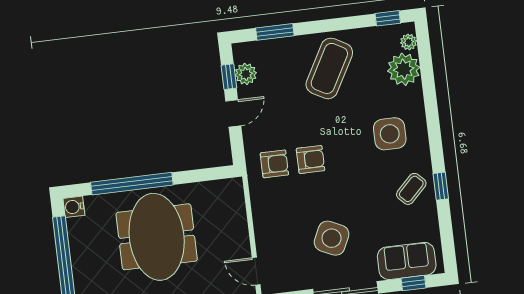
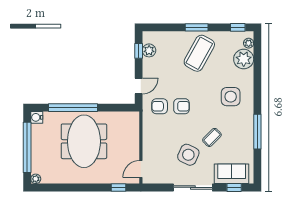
window: (275, 32) -> (197, 27), moved
door: (233, 113) -> (139, 86), moved
armchair: (274, 164) -> (160, 106), turned 180
window: (441, 186) -> (257, 132), width x2.17
coffee table: (411, 189) -> (212, 137), moved
door: (256, 271) -> (141, 169), hinge flipped

